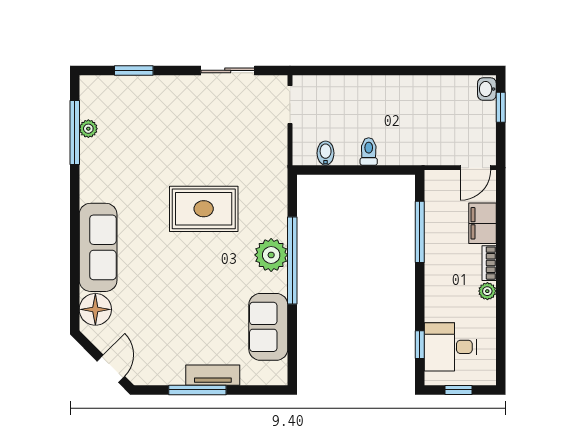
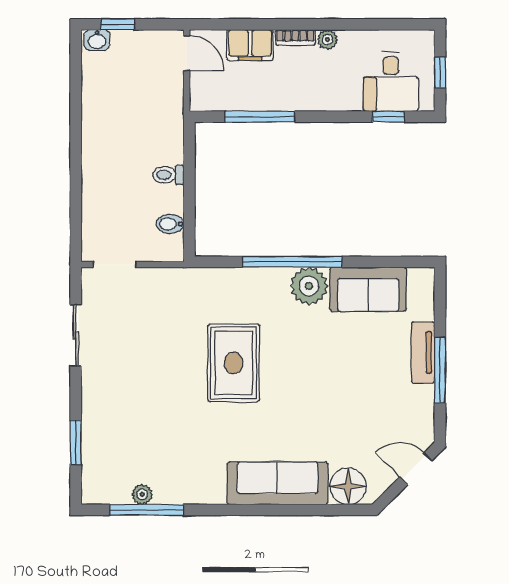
plant: (271, 255) -> (309, 286), moved

